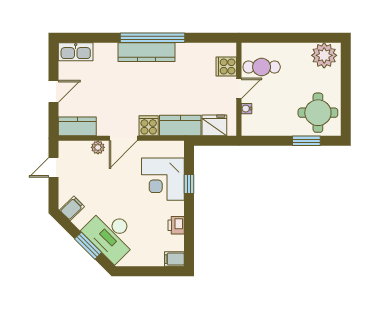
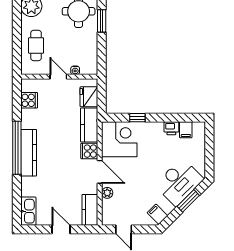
cooker: (226, 66) -> (29, 100), moved, turned -90
cafe table: (262, 67) -> (36, 45), moved
corner desk: (163, 179) -> (119, 139), moved, turned -90
filing cabinet: (174, 259) -> (186, 130), moved

